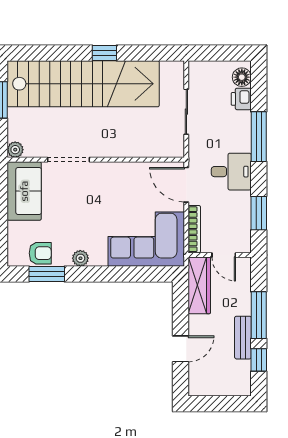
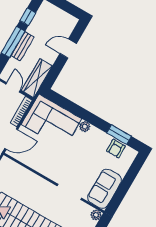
door: (186, 185) -> (11, 139), hinge flipped
armchair: (40, 253) -> (116, 149), turned -90
plant: (80, 258) -> (85, 127), moved
bench: (243, 338) -> (23, 46), moved

